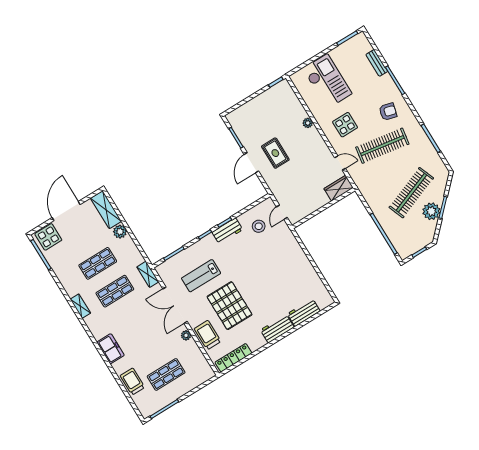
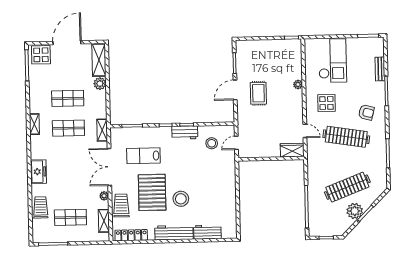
stool: (260, 296) -> (181, 199), added
workbench: (277, 329) -> (174, 233), width x1.38
shelving: (200, 359) -> (104, 221), added

